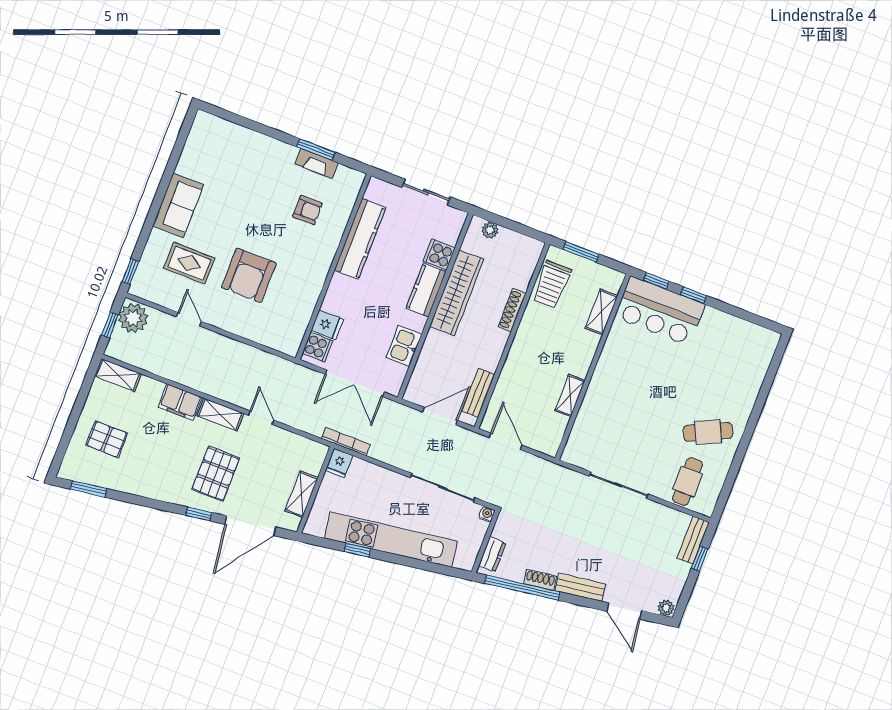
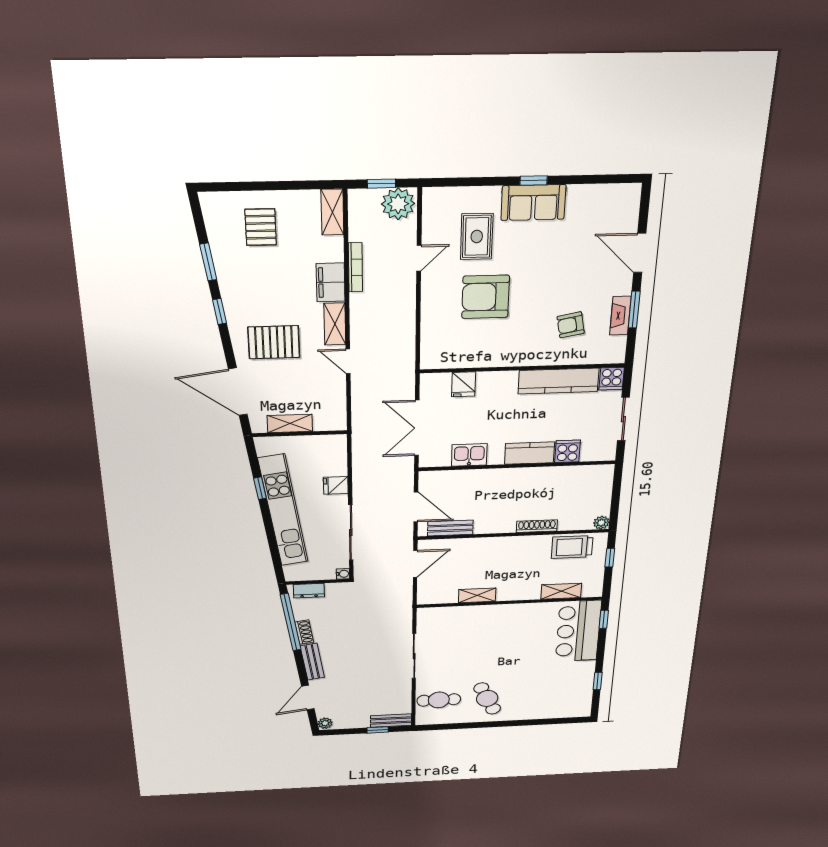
door: (262, 129) -> (640, 253), added
armchair: (307, 210) -> (571, 325), turned 79
plant: (490, 230) -> (601, 523), moved
window: (581, 252) -> (610, 558), width x0.67
window: (130, 272) -> (534, 180), moved
wardrobe: (457, 293) -> (536, 478), removed
window: (693, 295) -> (598, 681), moved
cooker: (317, 347) -> (612, 379), moved
door: (261, 418) -> (348, 361), swing flipped
bookcase: (346, 442) -> (355, 267), moved
fridge: (339, 463) -> (336, 485), moved
window: (88, 489) -> (208, 262), moved
window: (199, 514) -> (220, 311), moved

